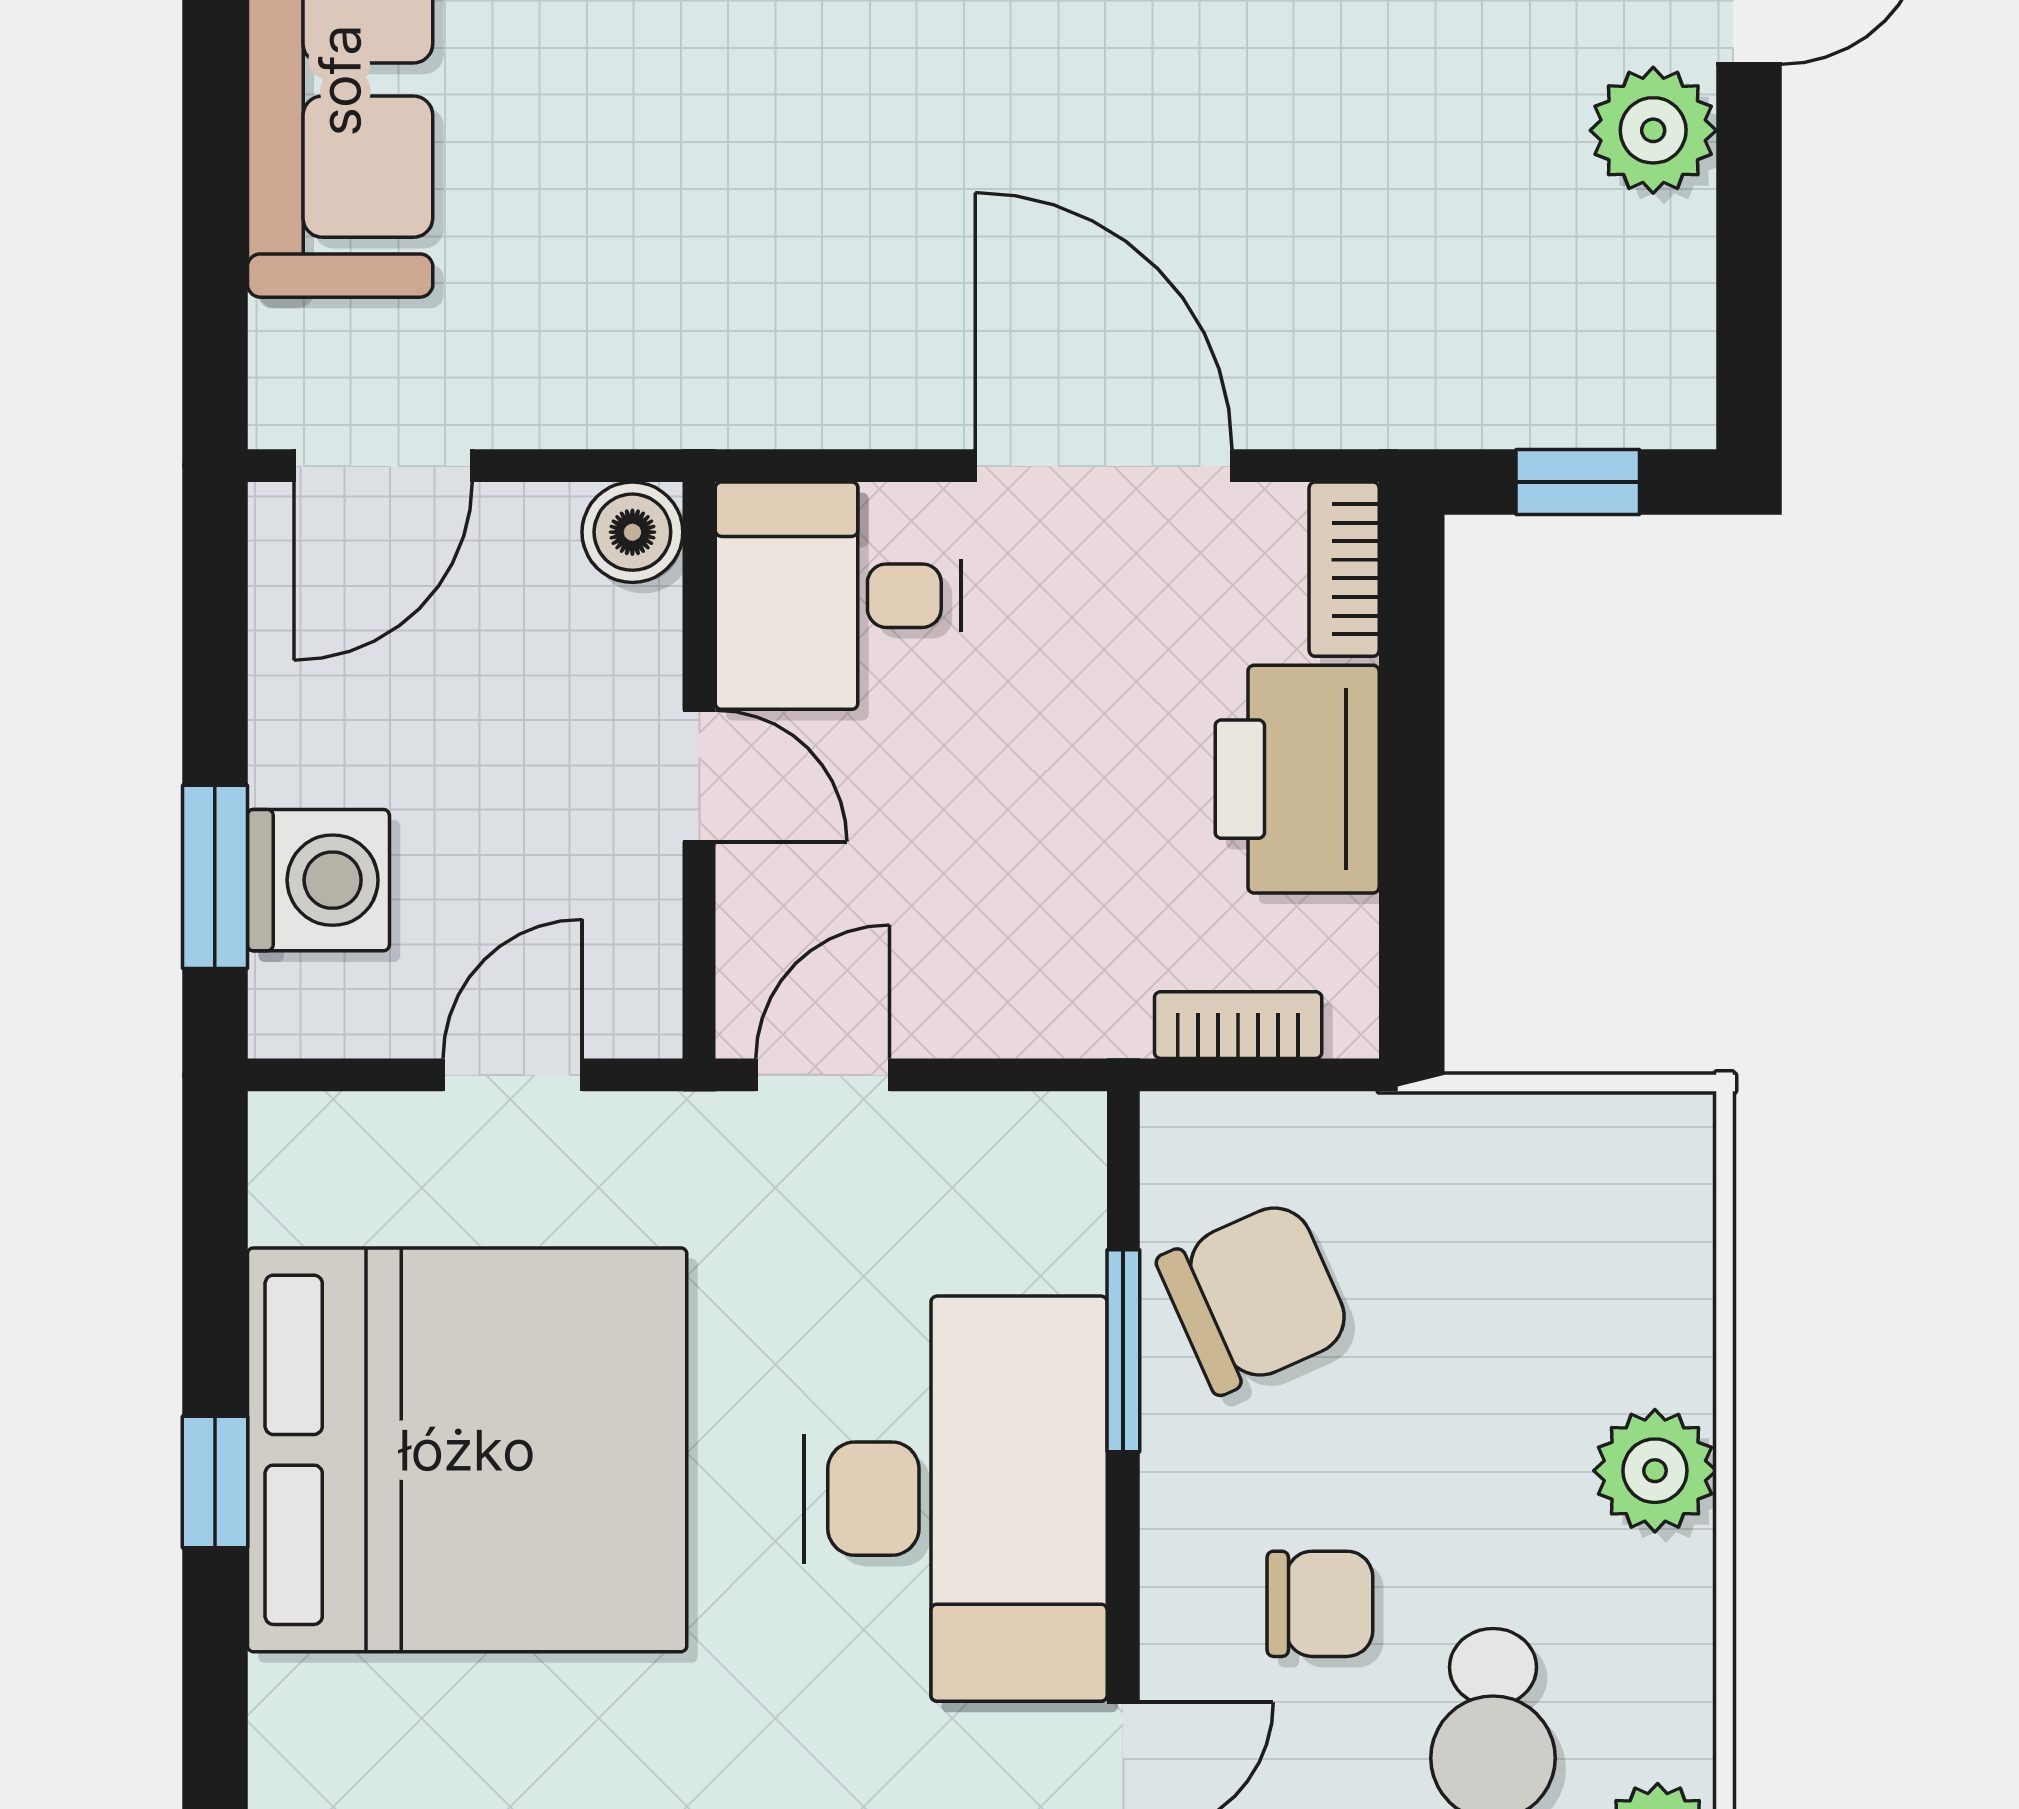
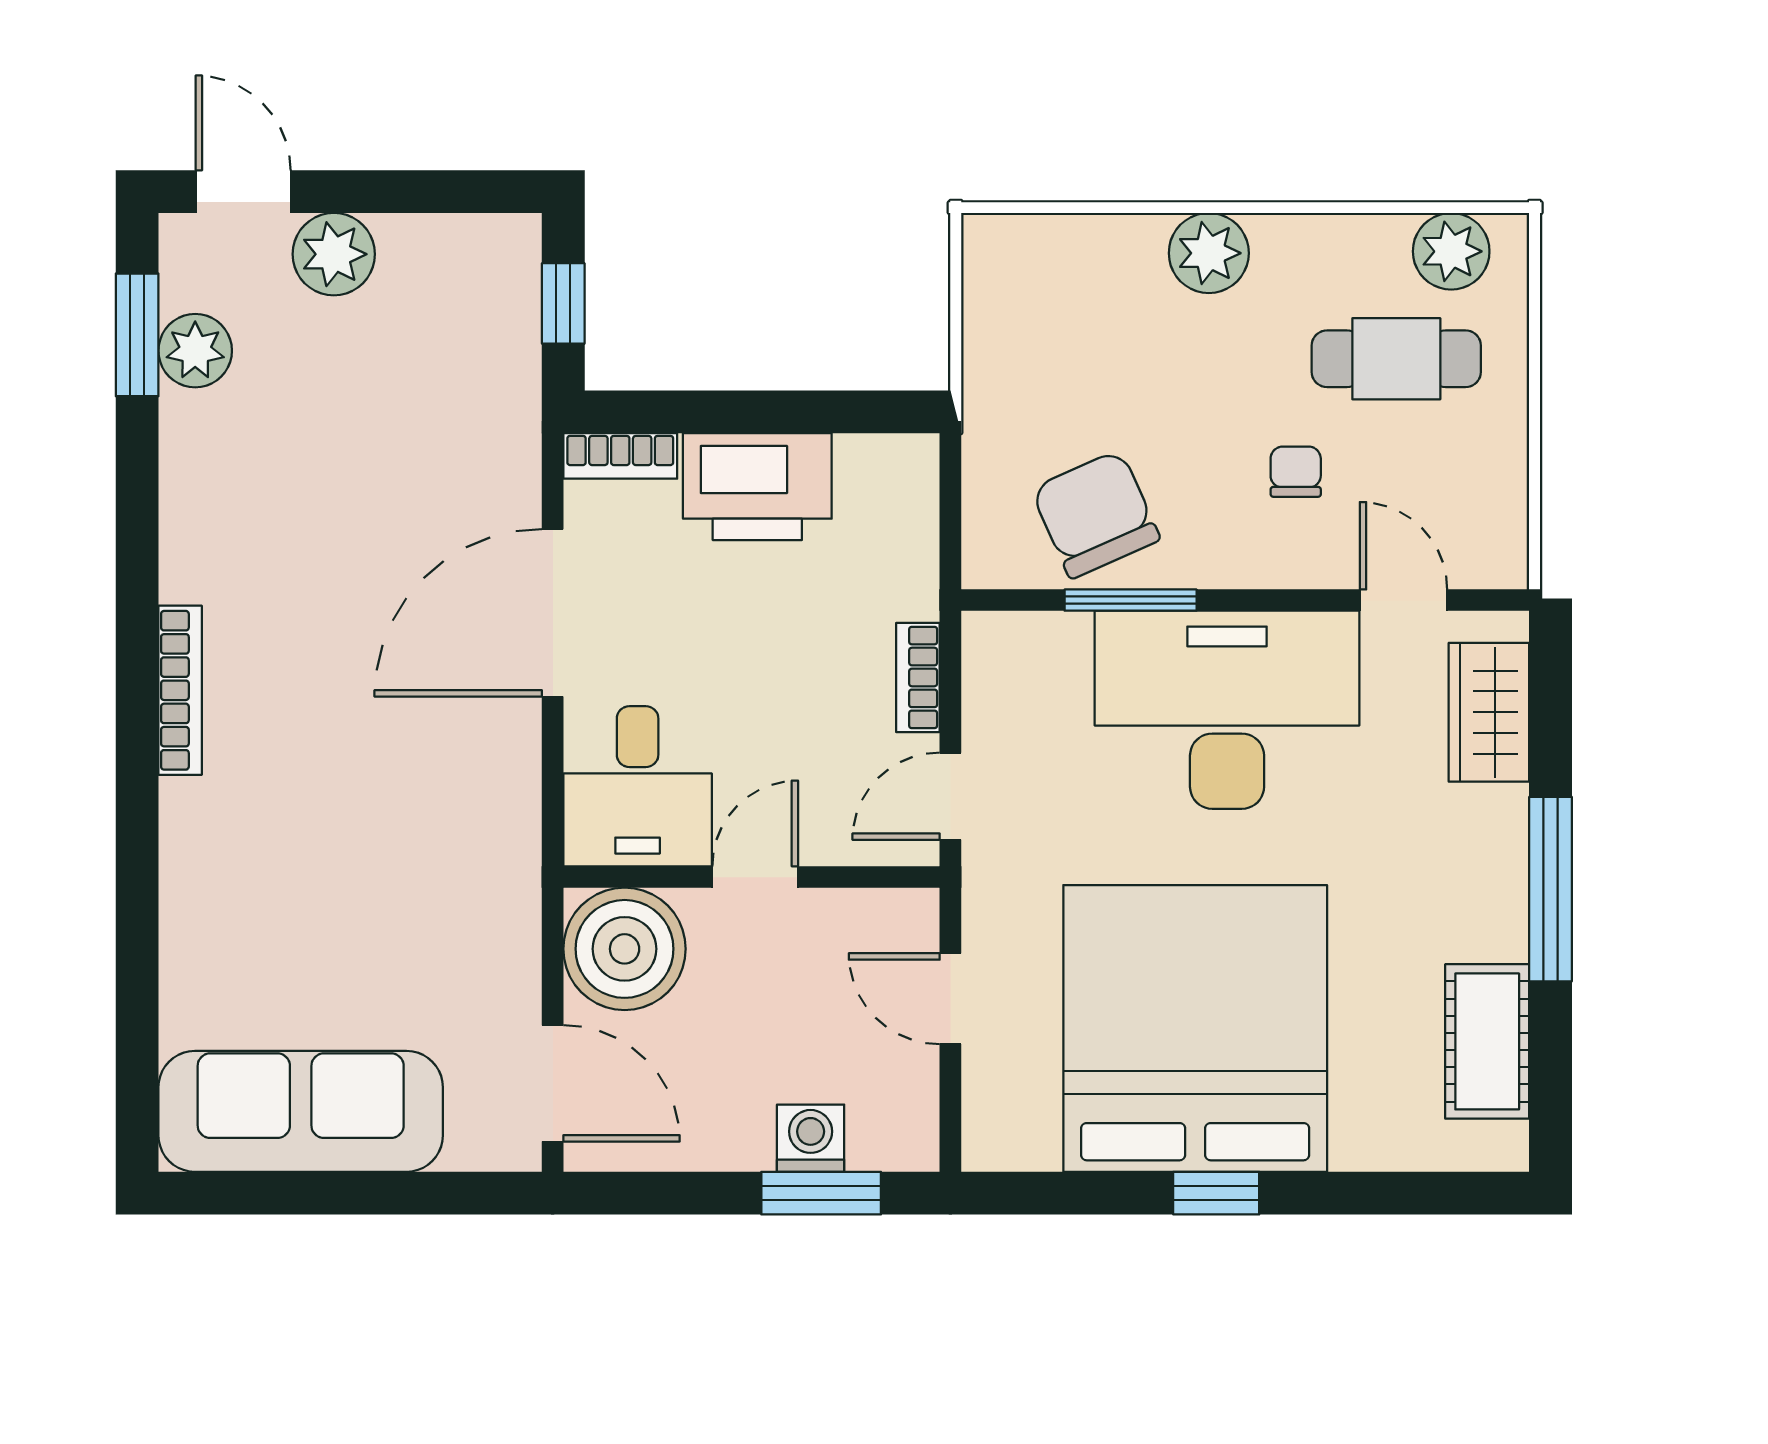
boiler: (632, 532) -> (625, 949), width x1.86, depth x1.86
washing machine: (318, 880) -> (811, 1138), width x0.73, depth x0.73
bookcase: (1238, 1025) -> (918, 677), moved
door: (823, 1075) -> (950, 796), hinge flipped
chair: (1320, 1604) -> (1296, 472), width x0.73, depth x0.73

